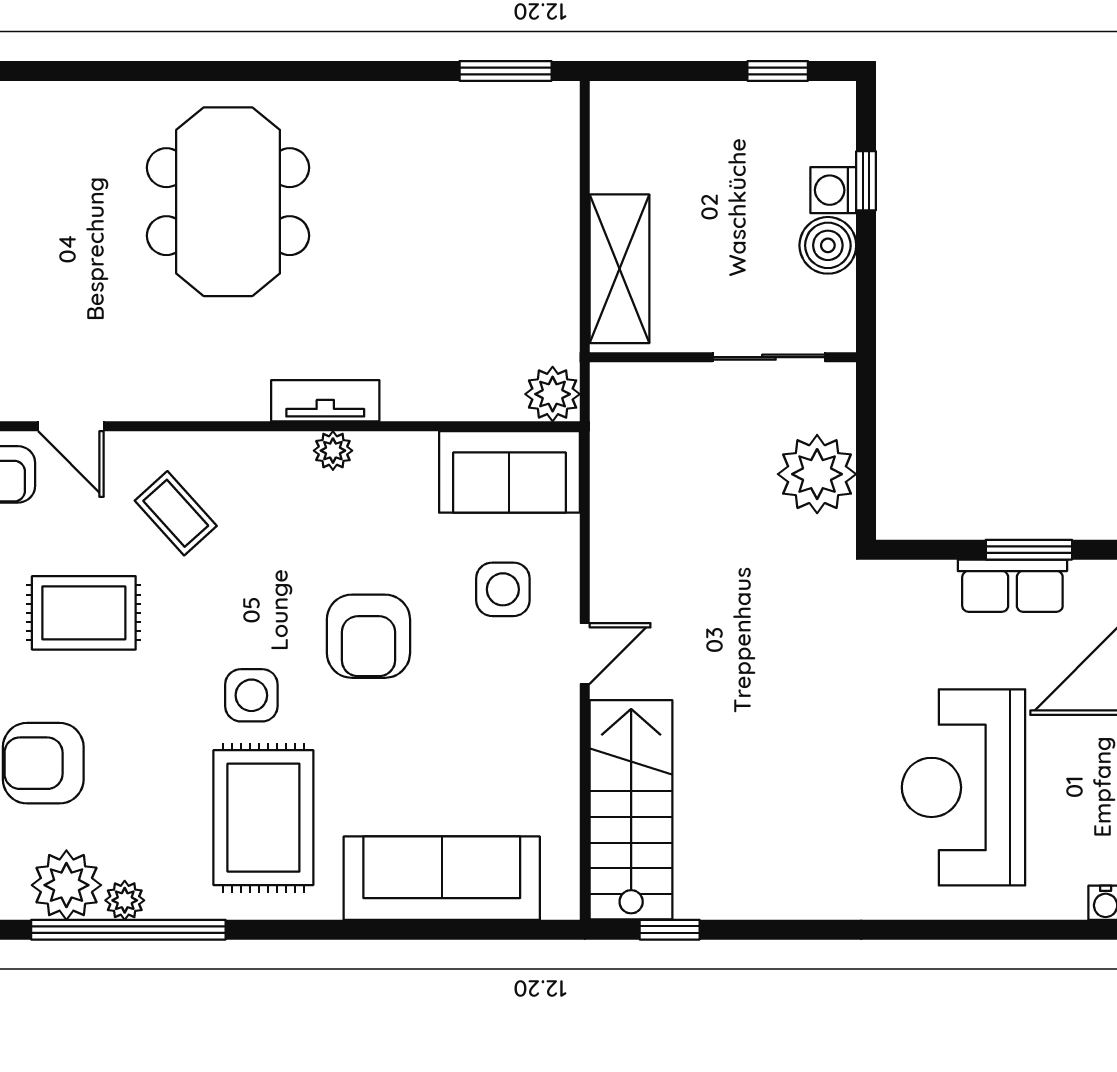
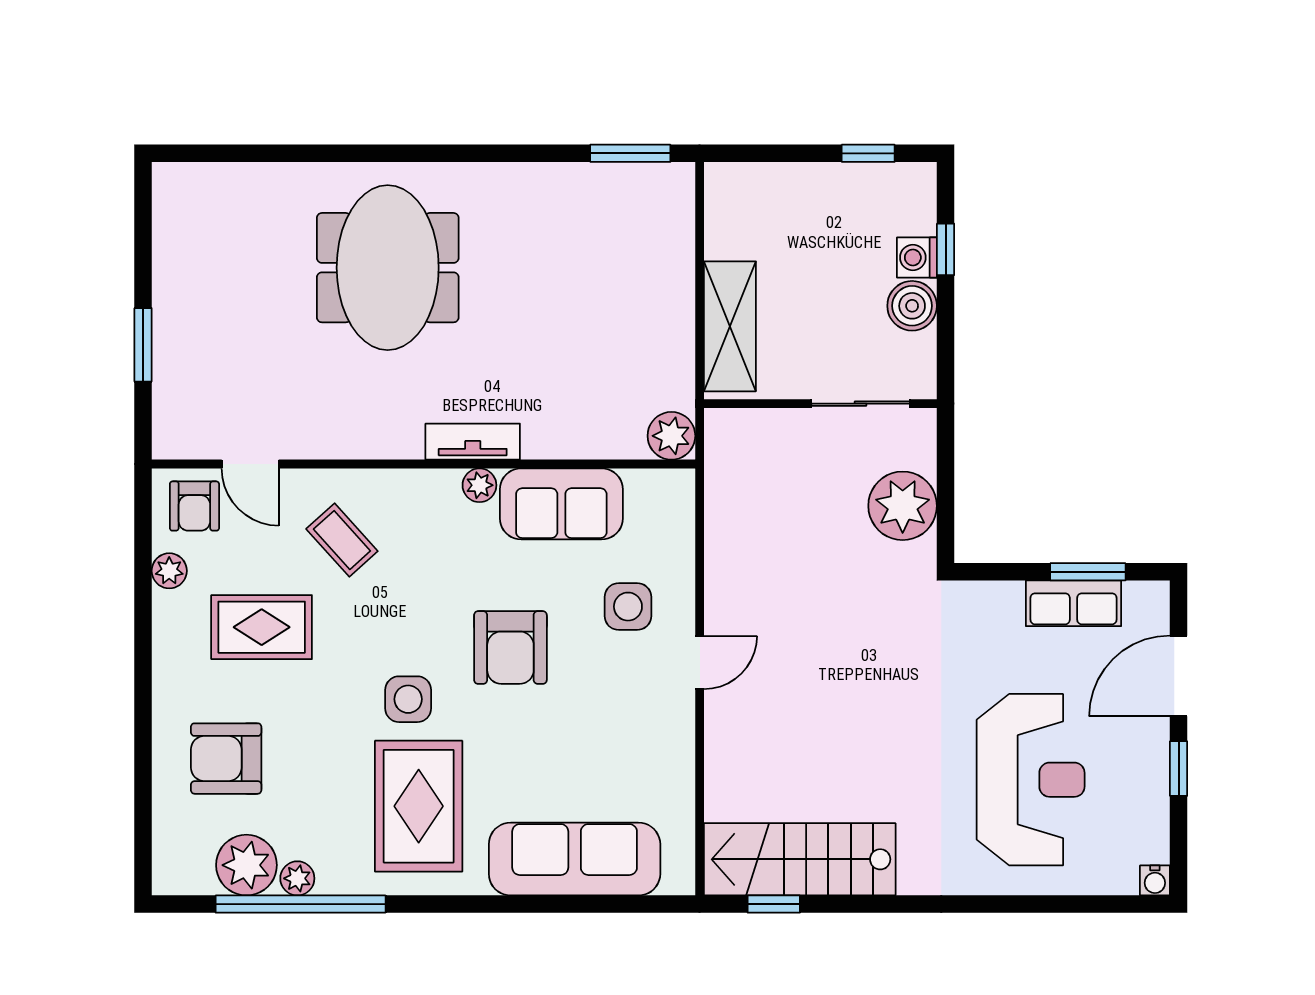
sofa: (509, 472) -> (561, 504), moved
reception desk: (963, 787) -> (1031, 780), turned 180
stairs: (631, 810) -> (800, 859), moved, turned -90

